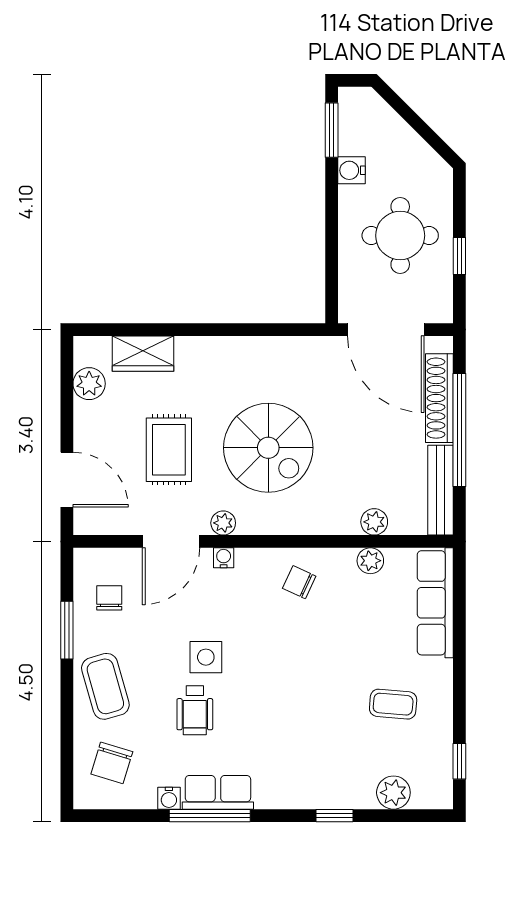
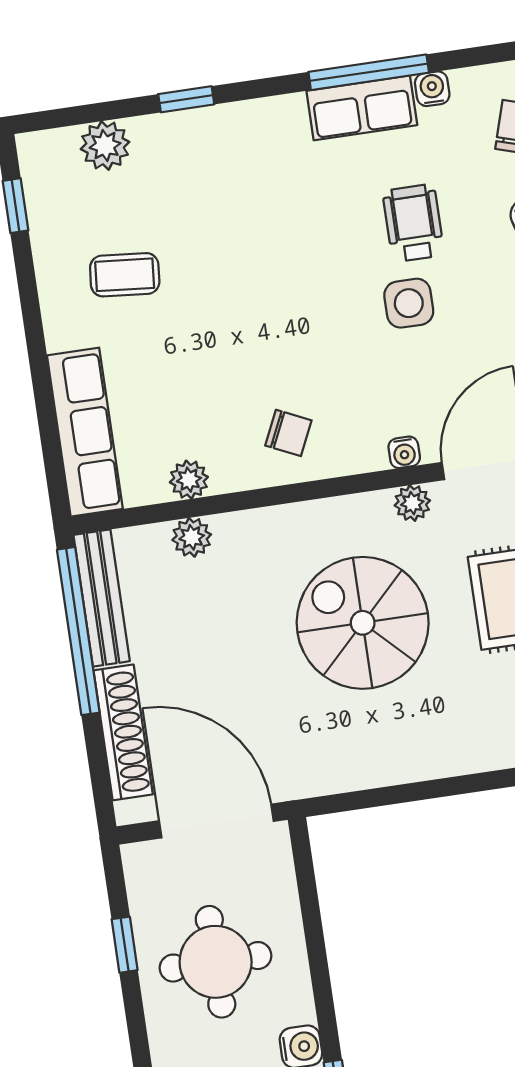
window: (459, 430) -> (78, 631), moved

